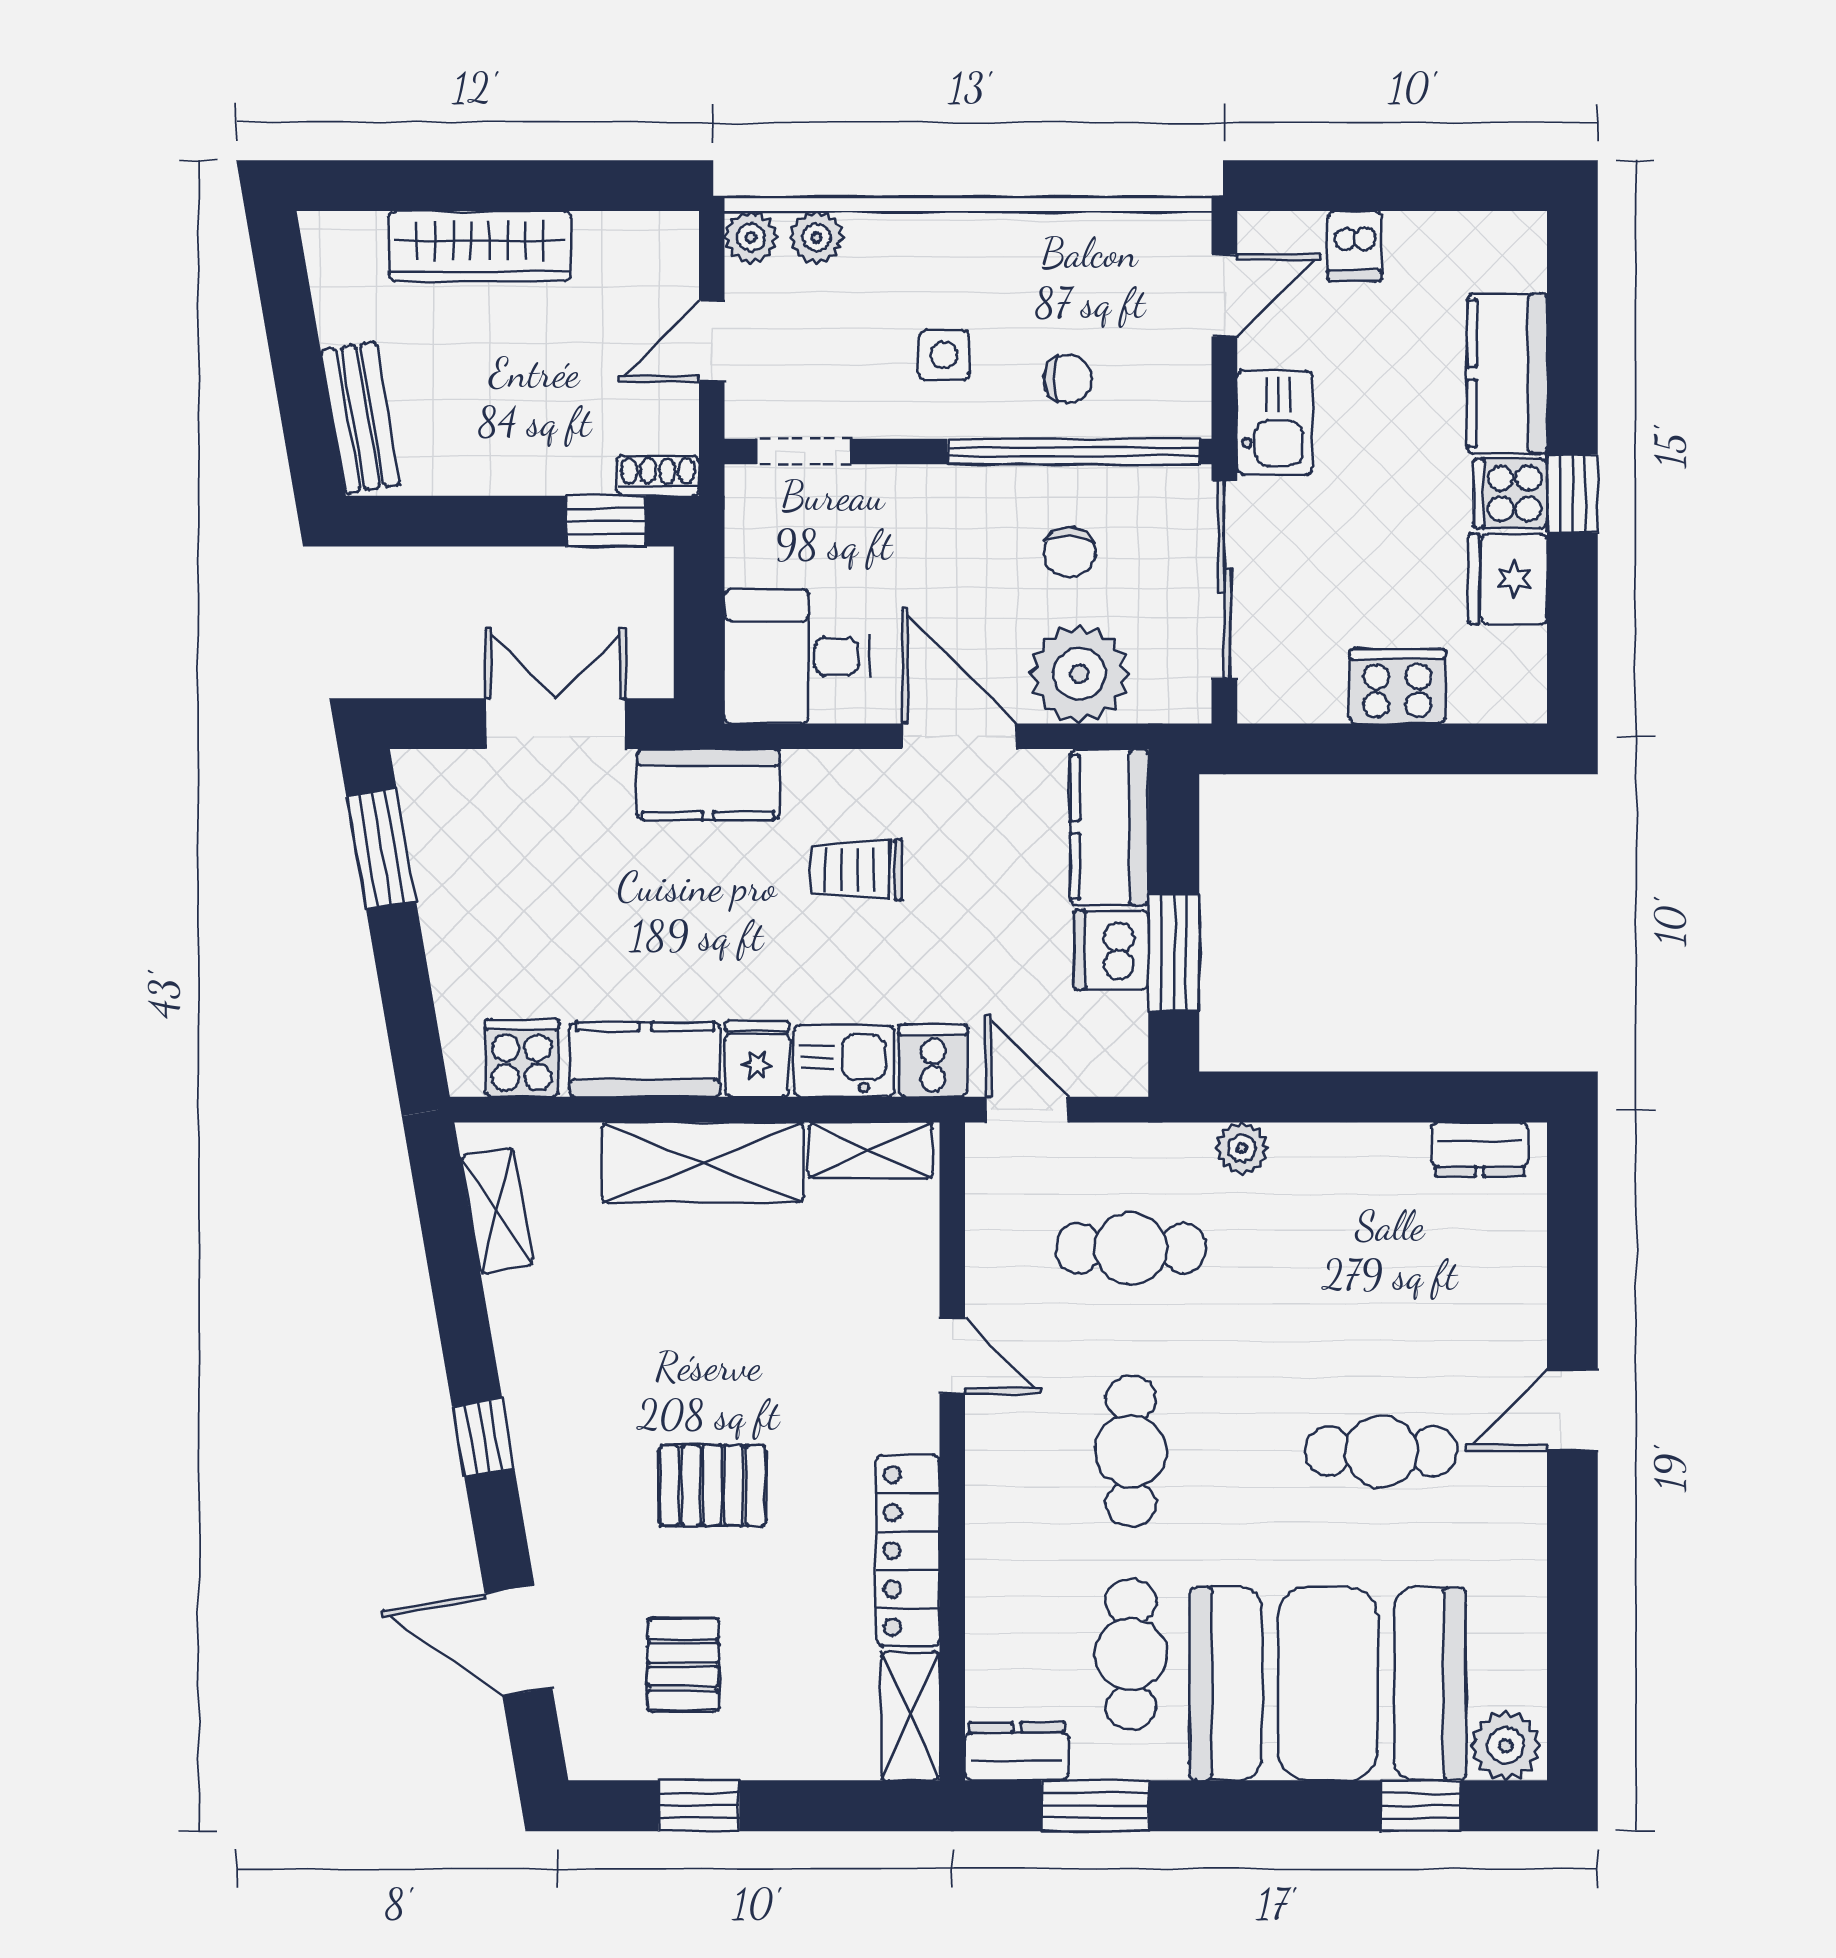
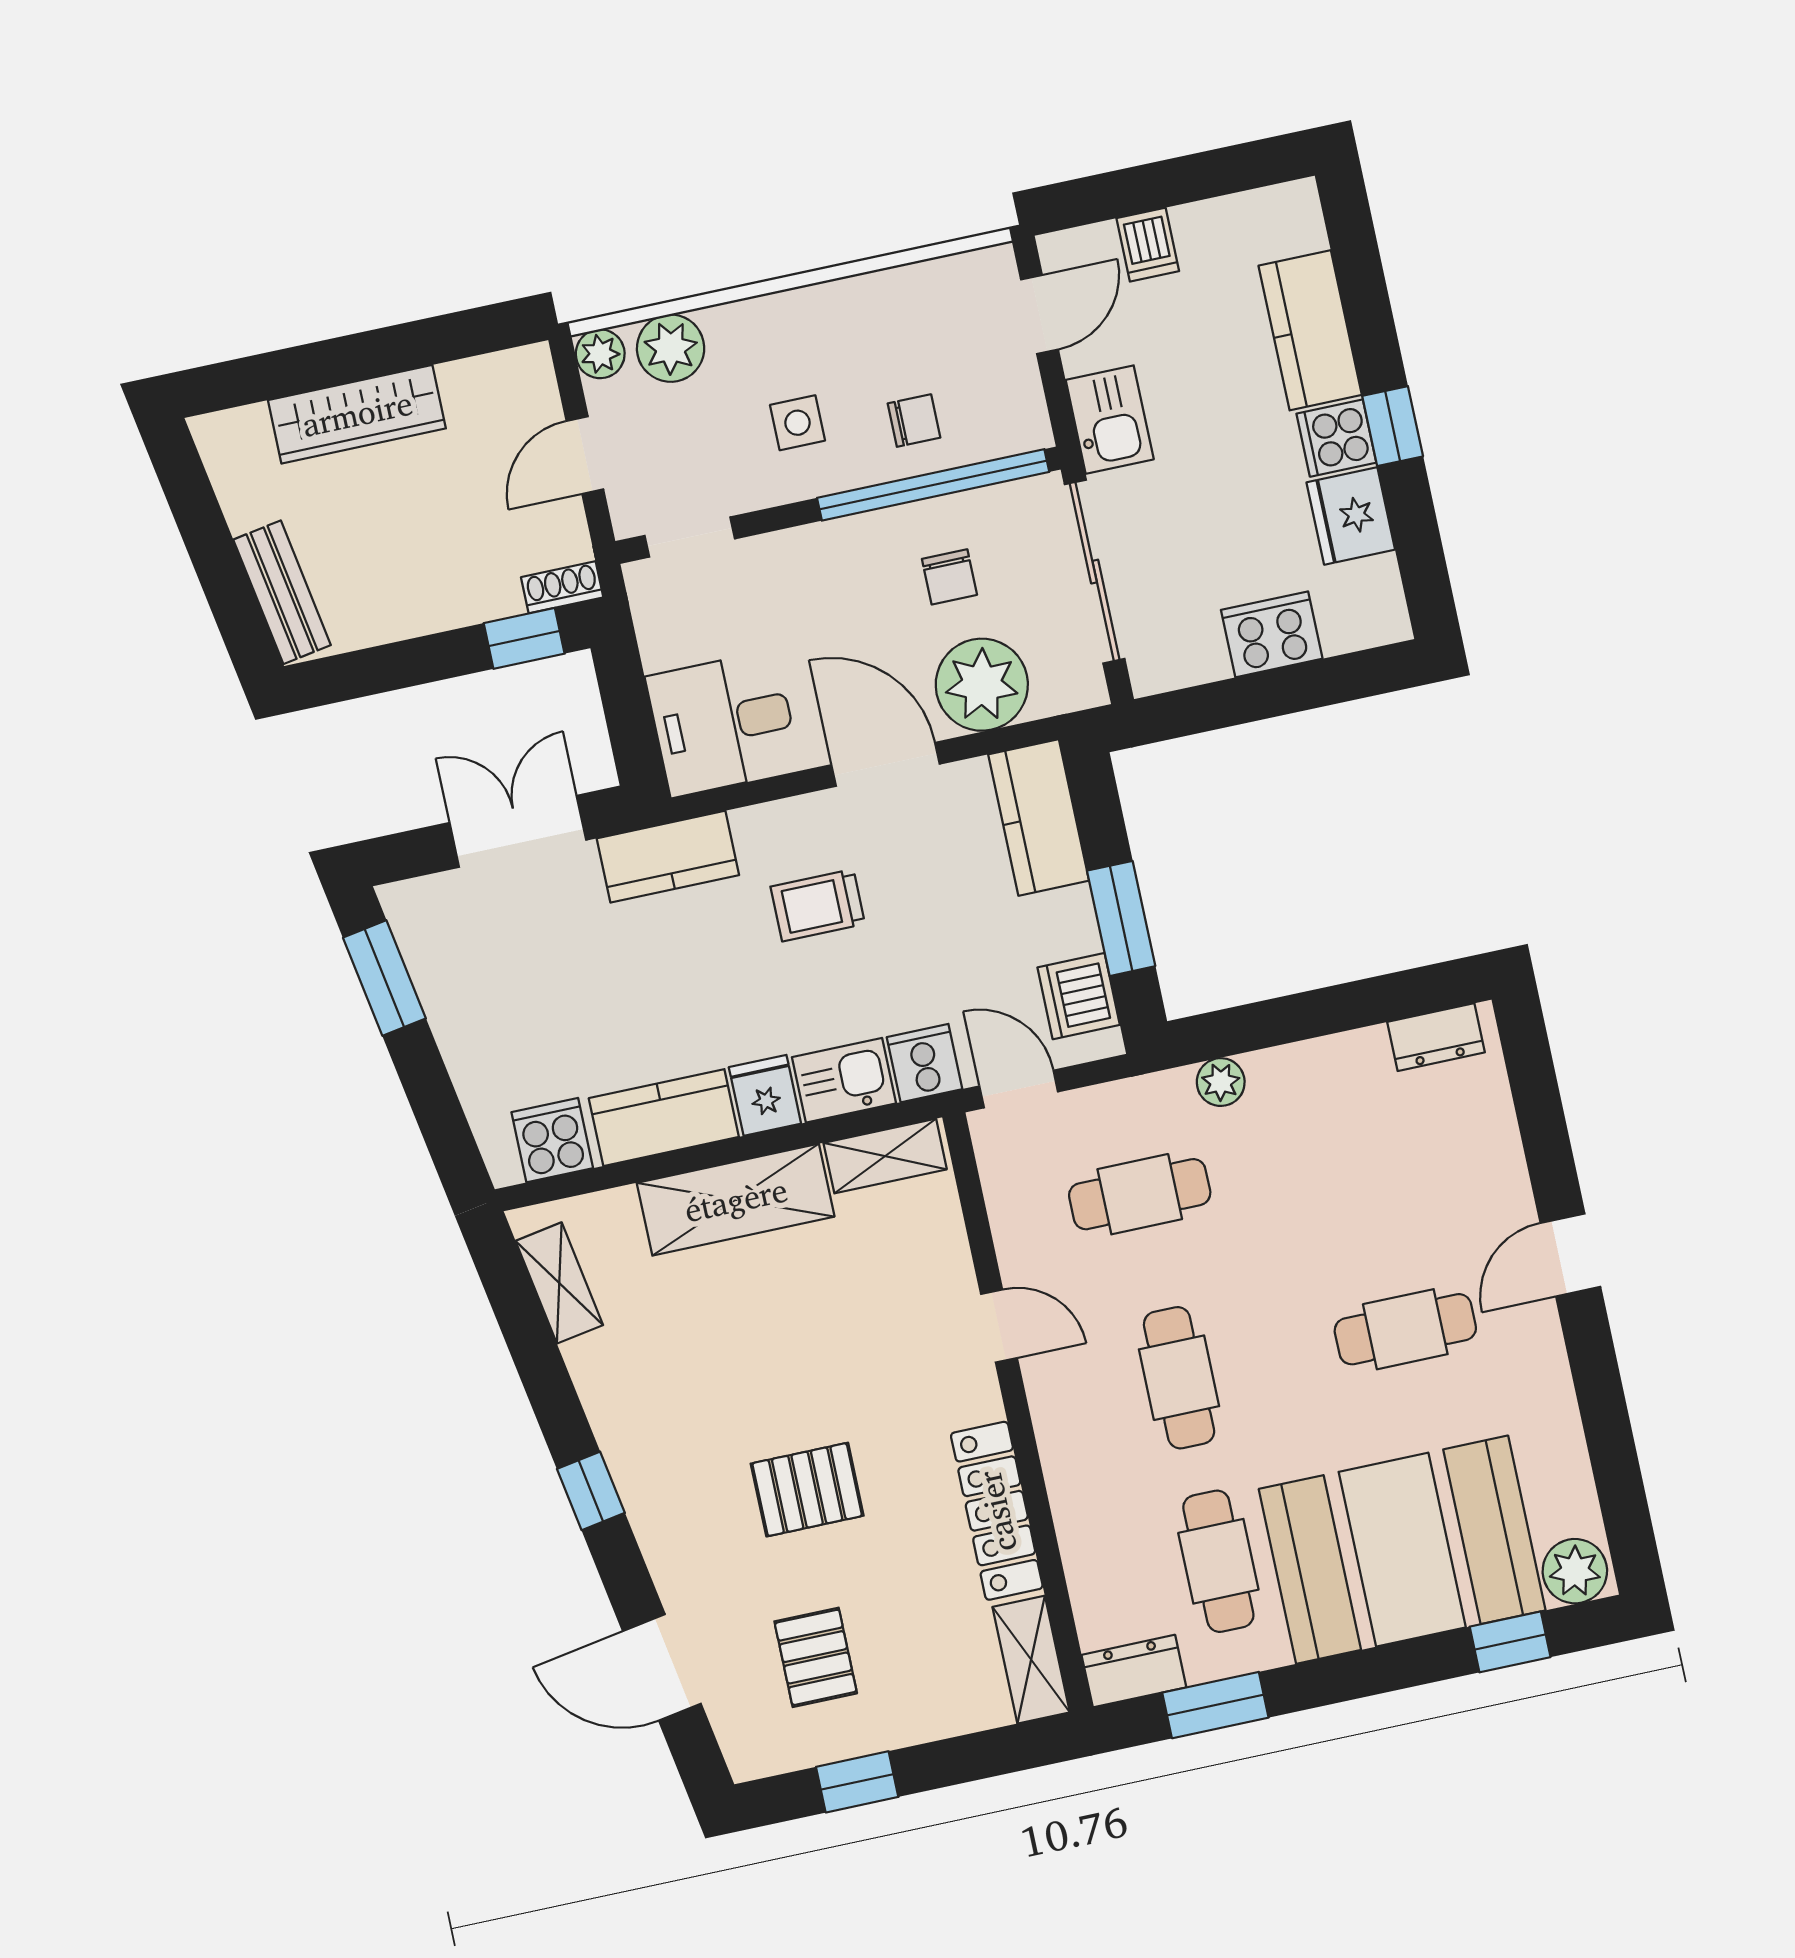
plant: (817, 237) -> (671, 348), width x1.38, depth x1.38
dishwasher: (1111, 950) -> (1079, 996), moved

